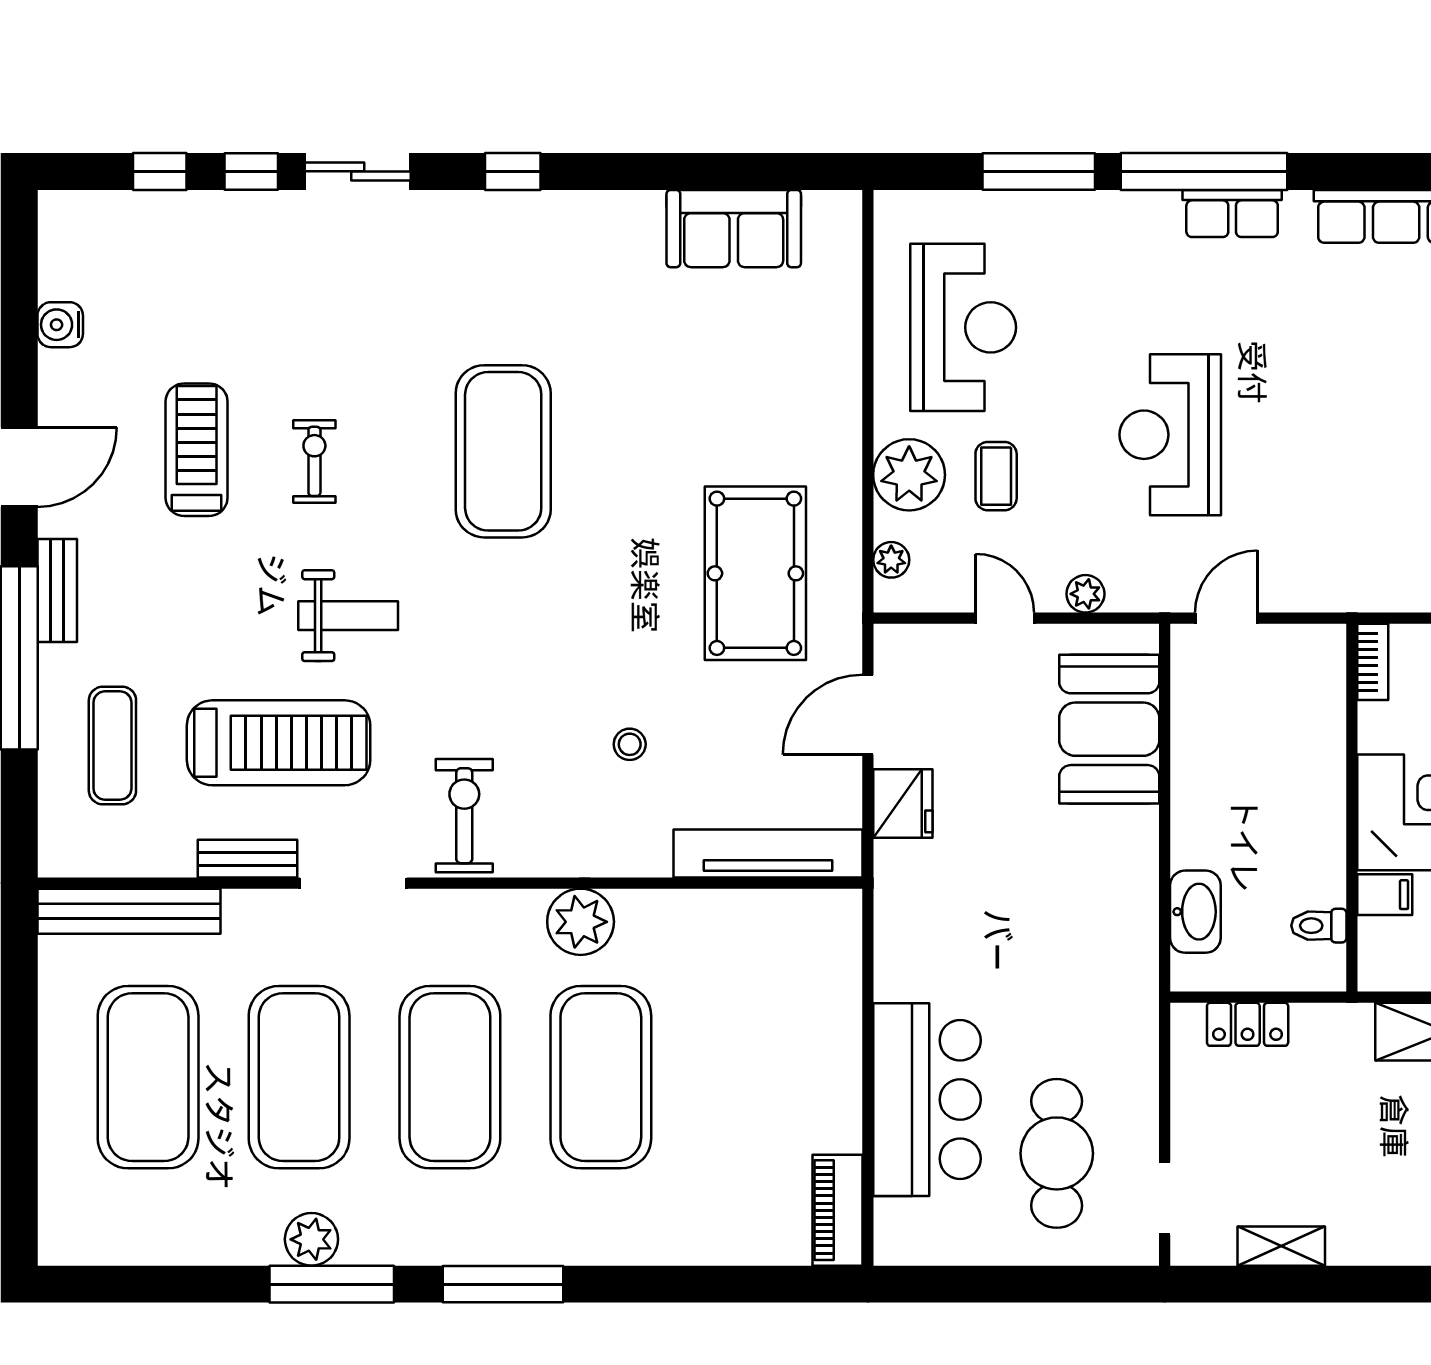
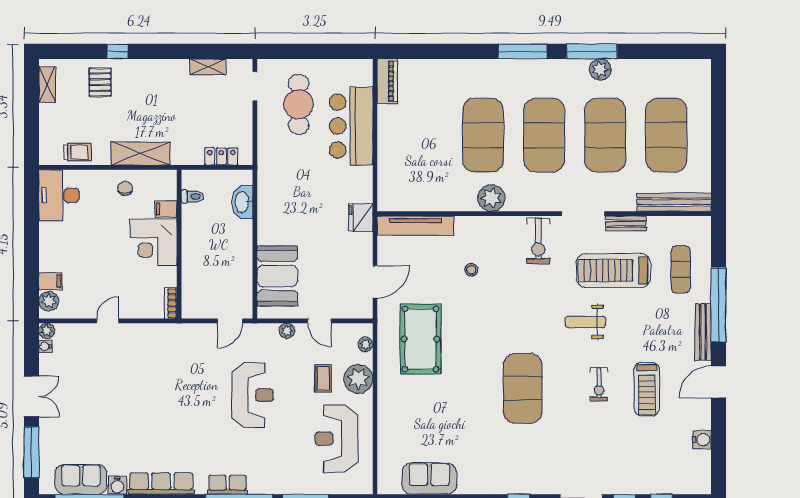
bench: (57, 591) -> (703, 332), width x1.36
fridge: (903, 803) -> (361, 218), moved

